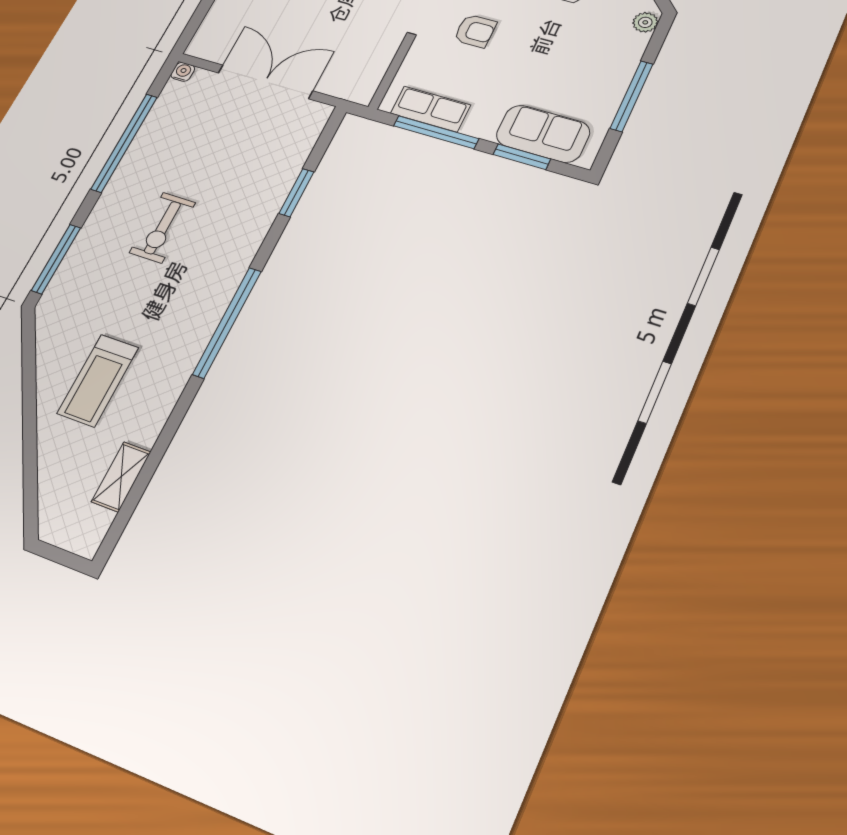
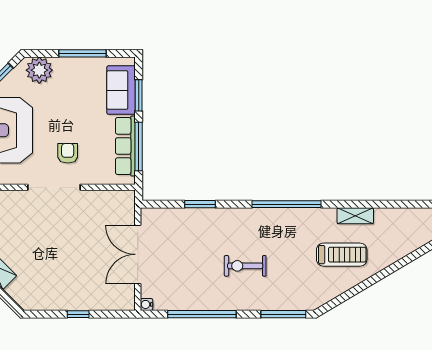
plant: (645, 22) -> (39, 70), width x1.88, depth x1.88
row of seats: (431, 109) -> (125, 146), width x1.48
exercise bike: (162, 228) -> (245, 266), turned 180
shelving: (121, 477) -> (355, 216), moved

